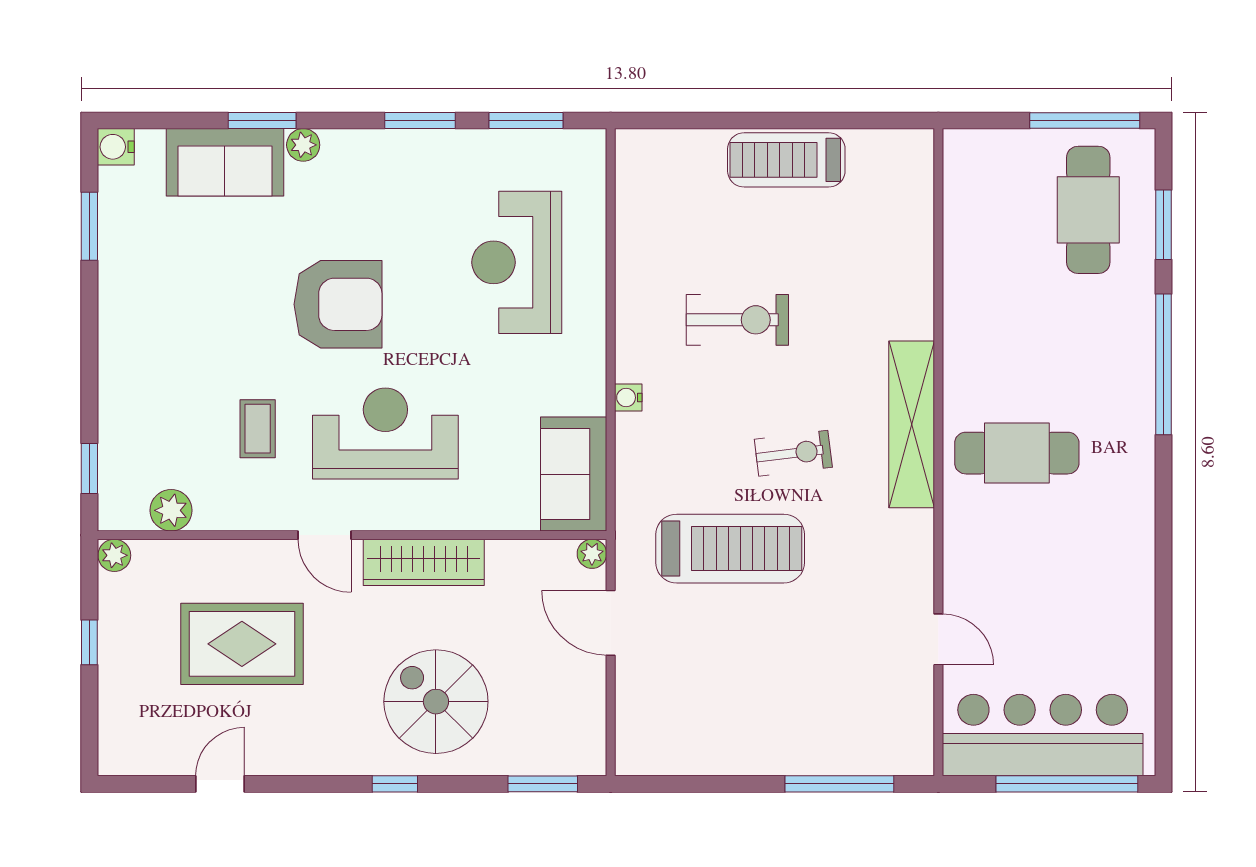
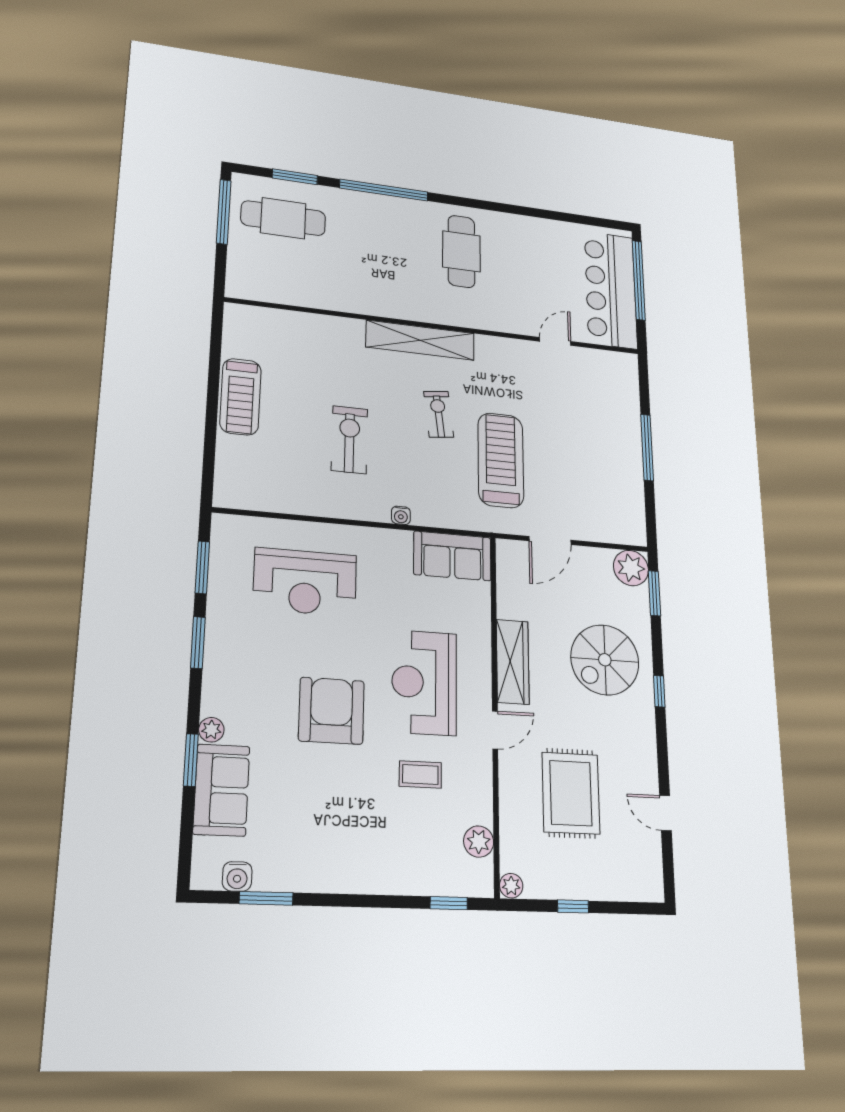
water cooler: (116, 147) -> (237, 876), moved
cafe table: (1017, 453) -> (461, 251), moved
plant: (592, 554) -> (631, 568), moved, width x1.88, depth x1.88
window: (839, 784) -> (647, 447), moved

